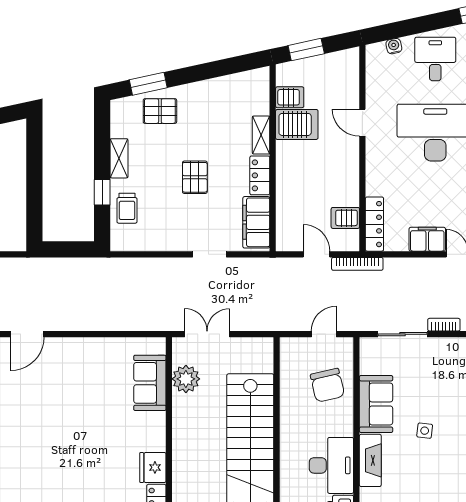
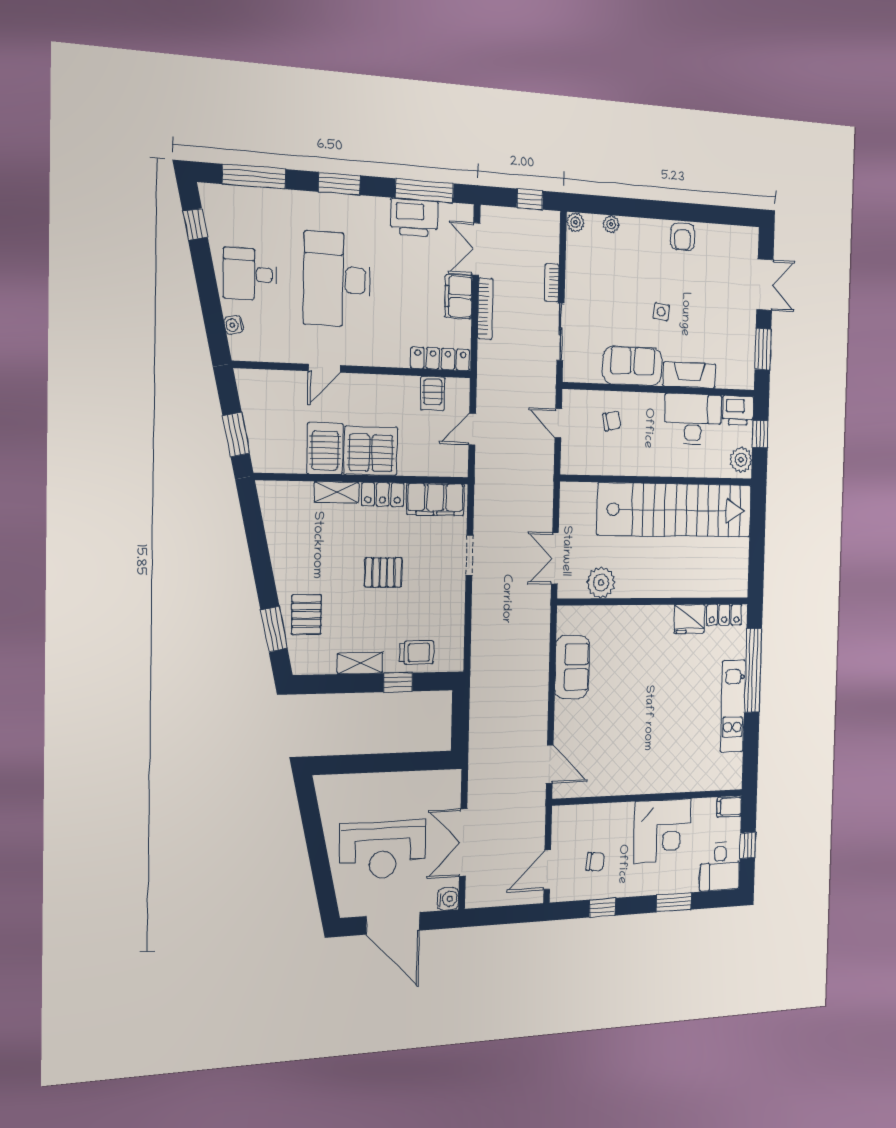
server rack: (290, 97) -> (371, 451), moved, width x2.18, depth x1.44
bookcase: (357, 264) -> (485, 309), moved
sofa: (150, 383) -> (572, 667), moved, turned -90
chair: (327, 385) -> (612, 421), width x0.54, depth x0.54

